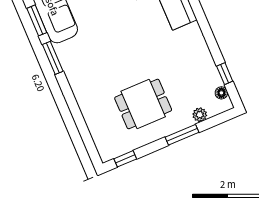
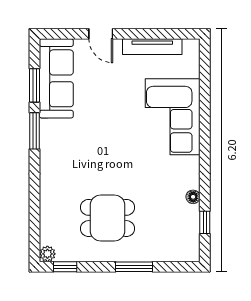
floor lamp: (221, 93) -> (193, 197), moved
plant: (200, 115) -> (47, 254), moved

